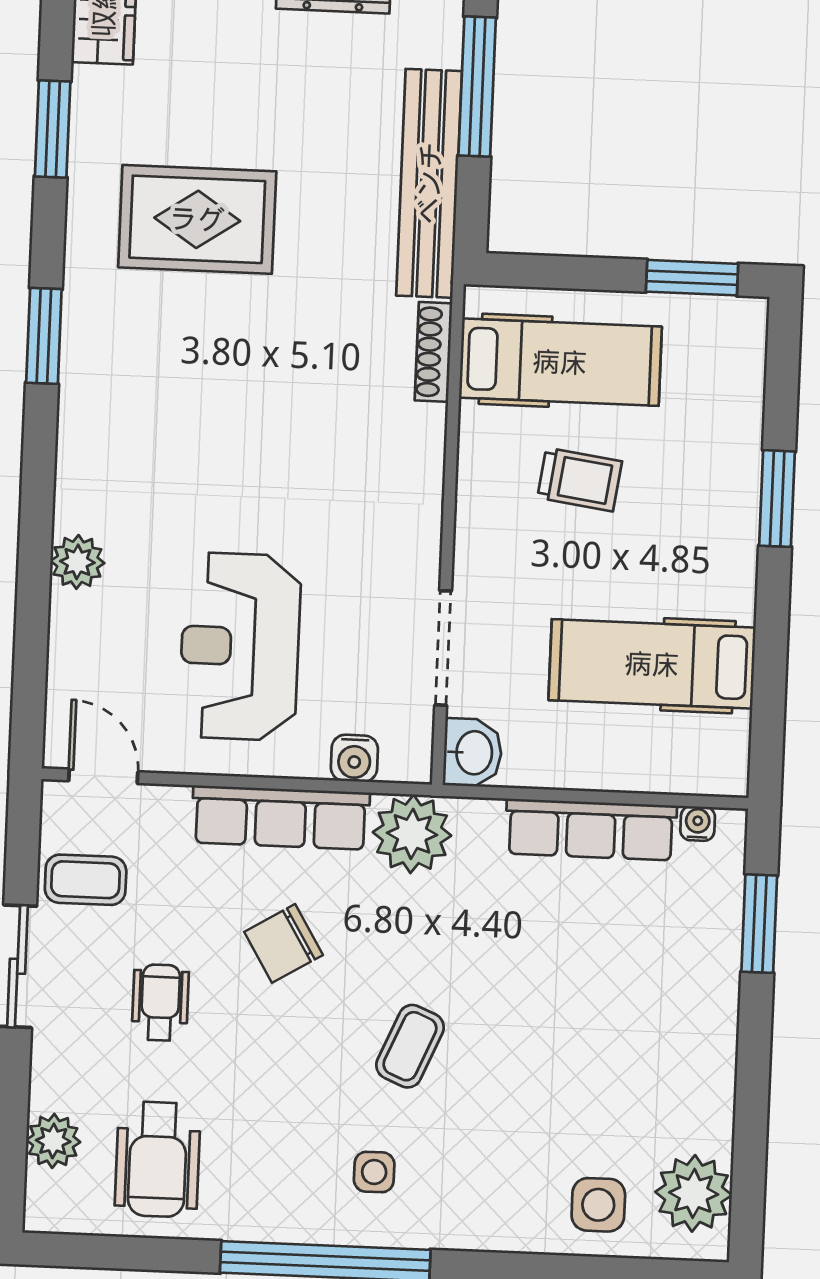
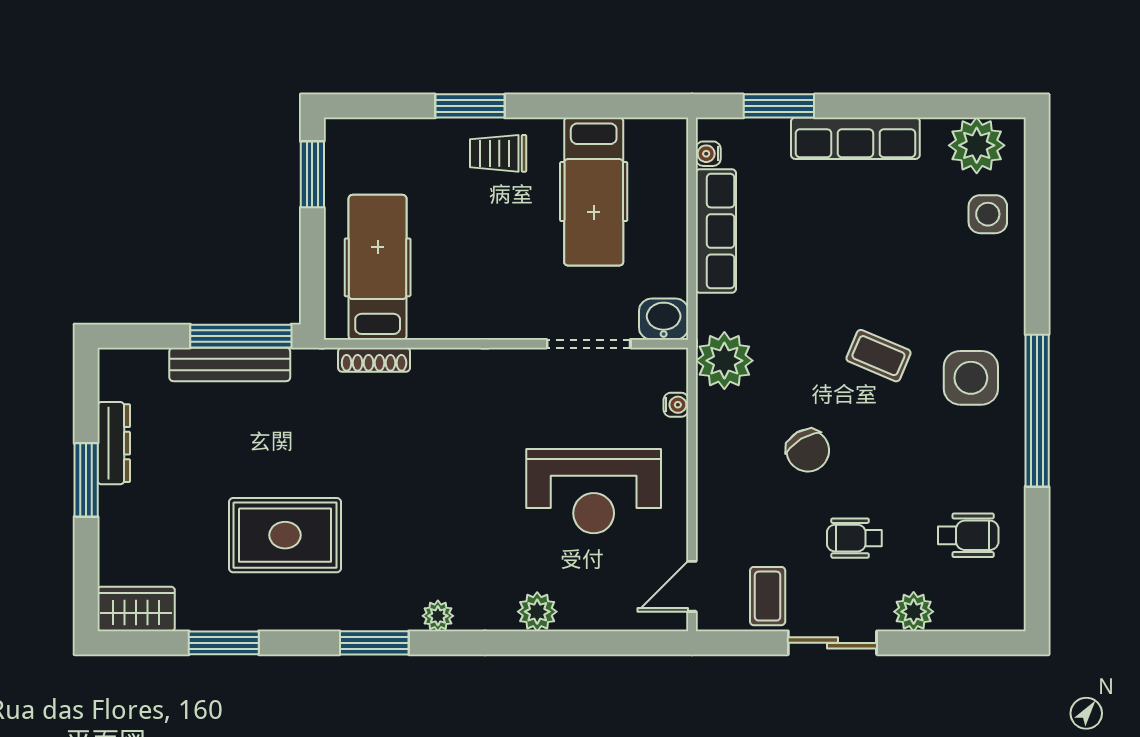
window: (477, 87) -> (241, 336), moved
bench: (429, 183) -> (230, 364), width x0.73, depth x0.82
rug: (197, 219) -> (285, 535), turned 90
plant: (77, 425) -> (438, 616), added
trolley: (580, 479) -> (498, 153), moved, turned -98
water cooler: (354, 758) -> (676, 405), width x0.72, depth x0.72
row of seats: (281, 818) -> (855, 138), moved, turned 90
plant: (53, 1141) -> (914, 612), moved
wheelchair: (158, 1159) -> (968, 535), width x0.73, depth x0.73
side table: (374, 1172) -> (971, 378), width x1.87, depth x1.87

